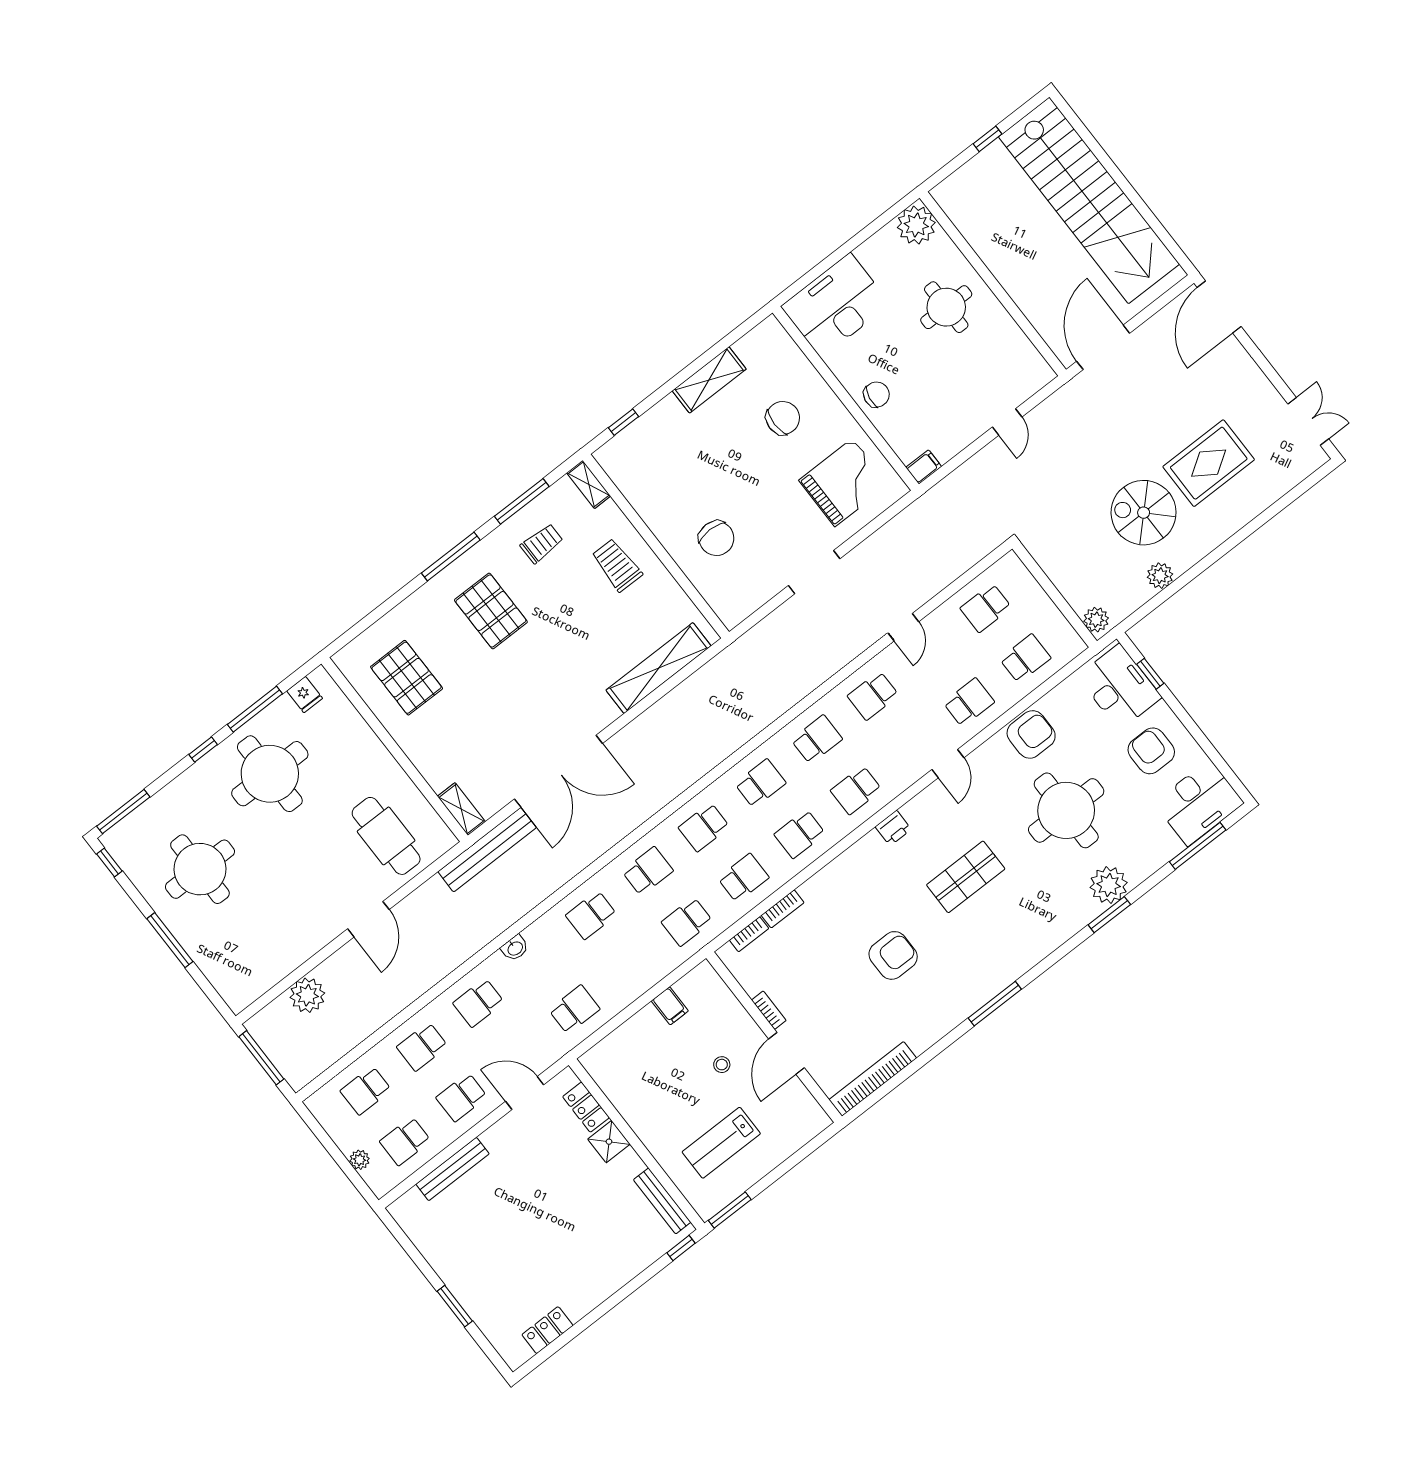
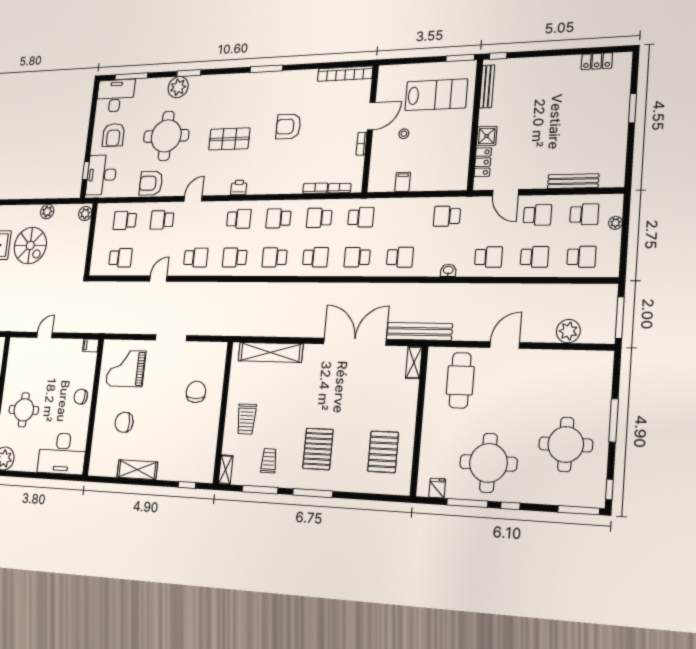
trolley: (542, 543) -> (269, 461), turned 90
school desk: (800, 834) -> (279, 218), turned 180
lab bench: (721, 1143) -> (436, 95), width x1.36, depth x1.39

